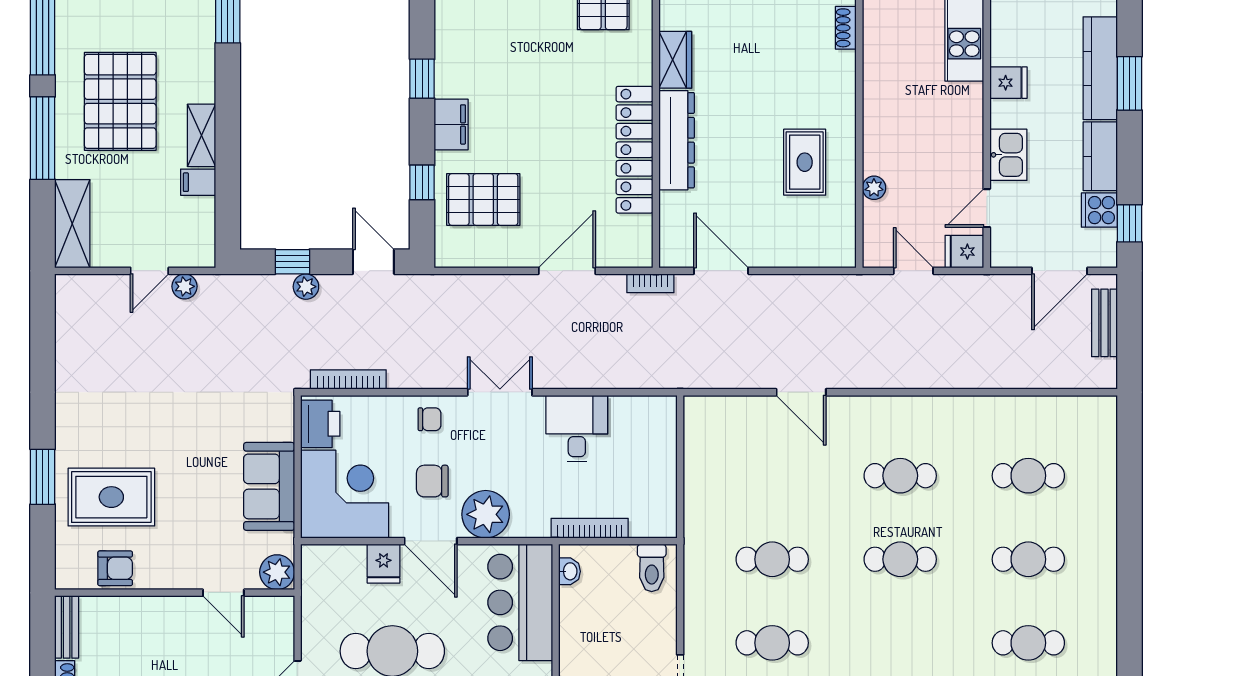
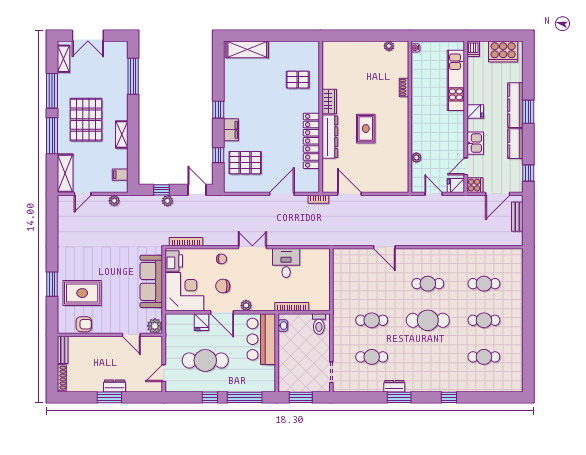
rug: (805, 162) -> (366, 129), moved
filing cabinet: (198, 182) -> (120, 175), moved
cooker: (1099, 210) -> (475, 185), moved, turned 180
door: (149, 271) -> (83, 194), moved
sofa: (269, 486) -> (151, 281), width x1.36
plant: (486, 514) -> (246, 305), width x0.53, depth x0.53
cafe table: (900, 559) -> (428, 320), width x1.37, depth x1.35

